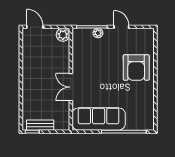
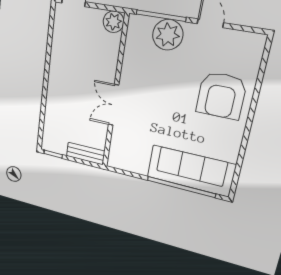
plant: (98, 33) -> (168, 35), width x1.87, depth x1.87
sofa: (99, 119) -> (191, 171), moved
bench: (40, 125) -> (86, 154), moved

